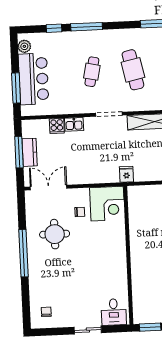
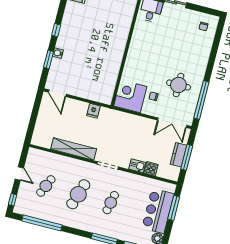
cafe table: (133, 70) -> (78, 194), turned 30
fridge: (126, 174) -> (93, 111), moved
window: (24, 253) -> (201, 100), moved

